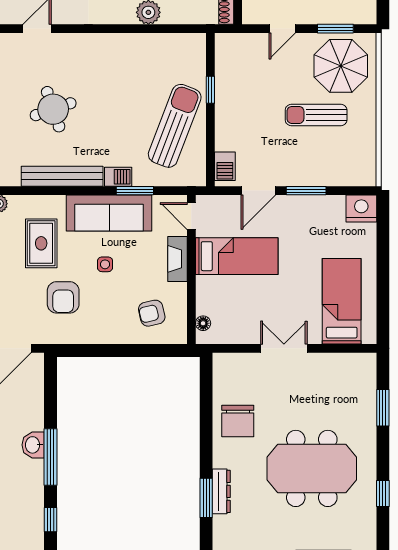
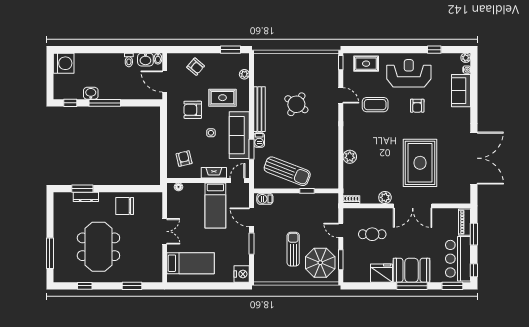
round table: (53, 109) -> (296, 104), turned -38
washbasin: (33, 445) -> (91, 93), moved

